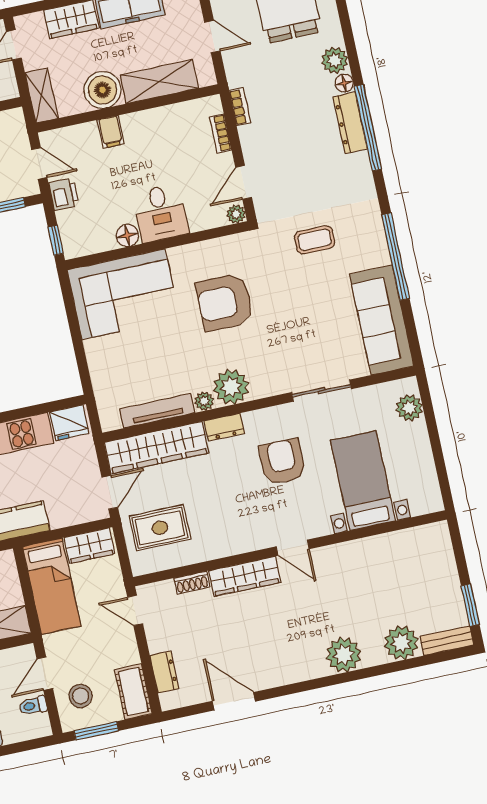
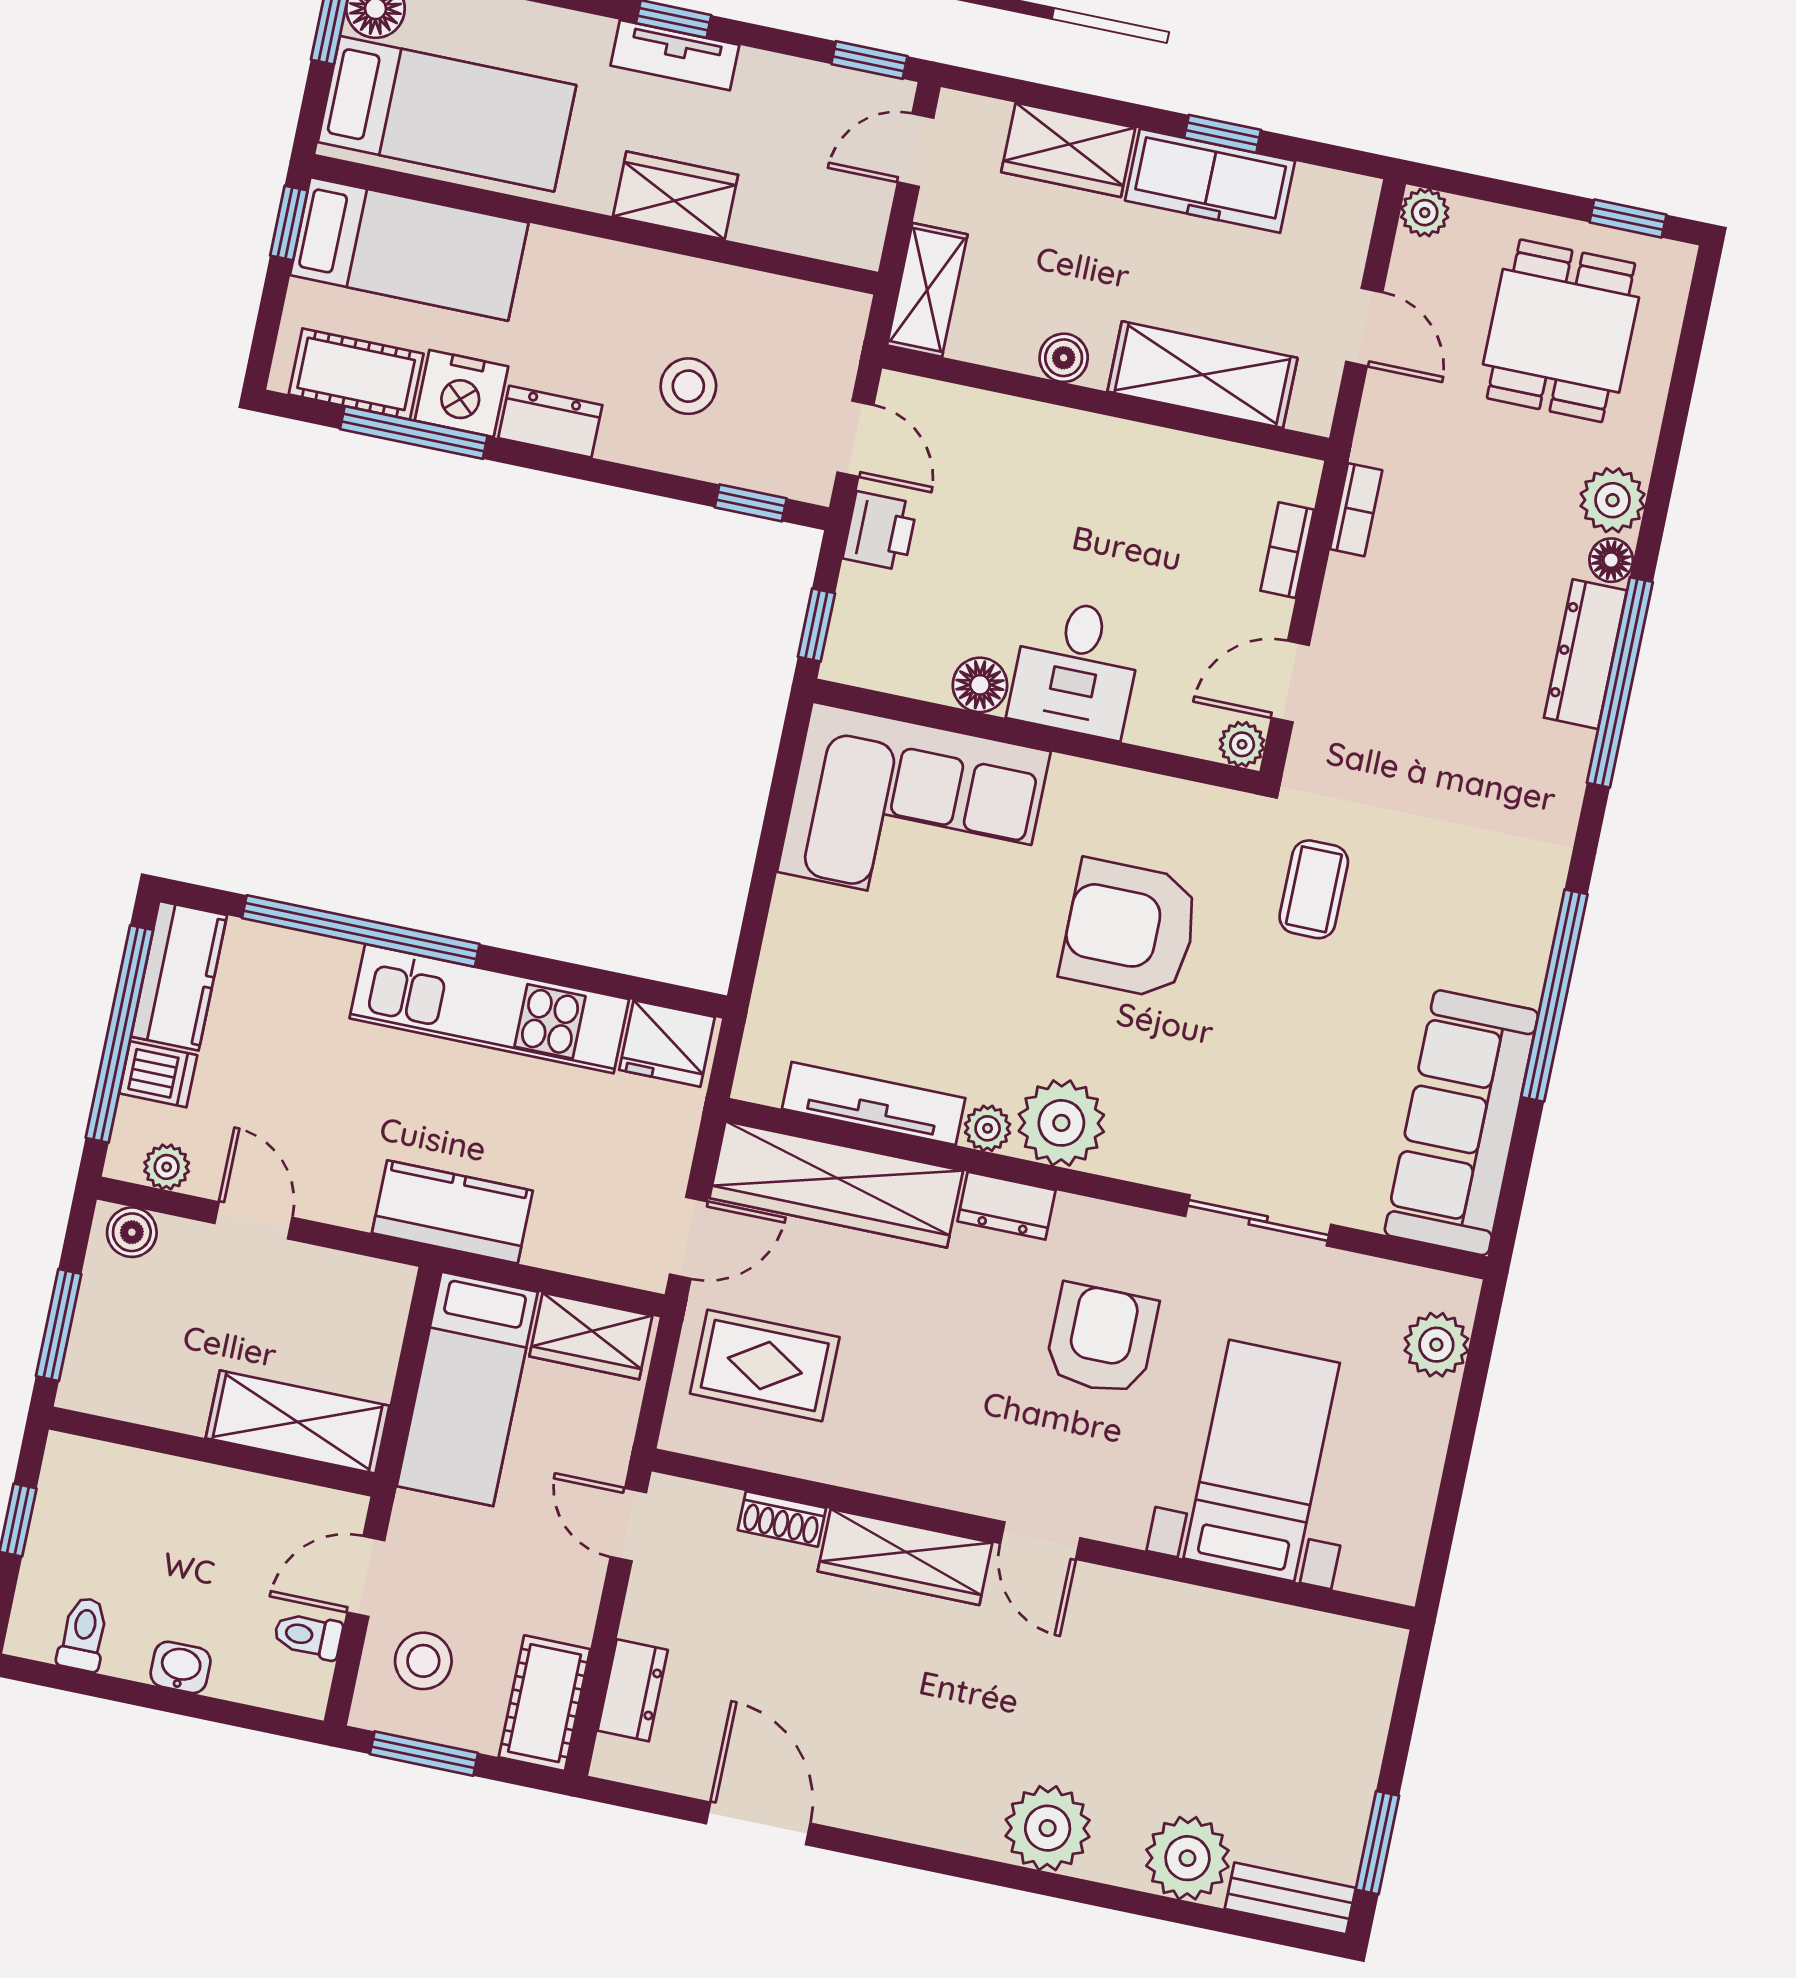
boiler: (102, 90) -> (1064, 358), width x0.54, depth x0.54
filing cabinet: (111, 132) -> (1045, 439), removed
coffee table: (315, 240) -> (1314, 889), moved, turned 90

